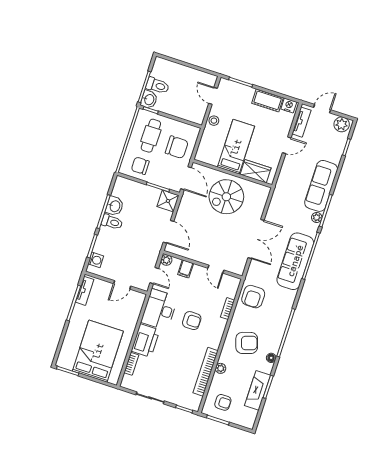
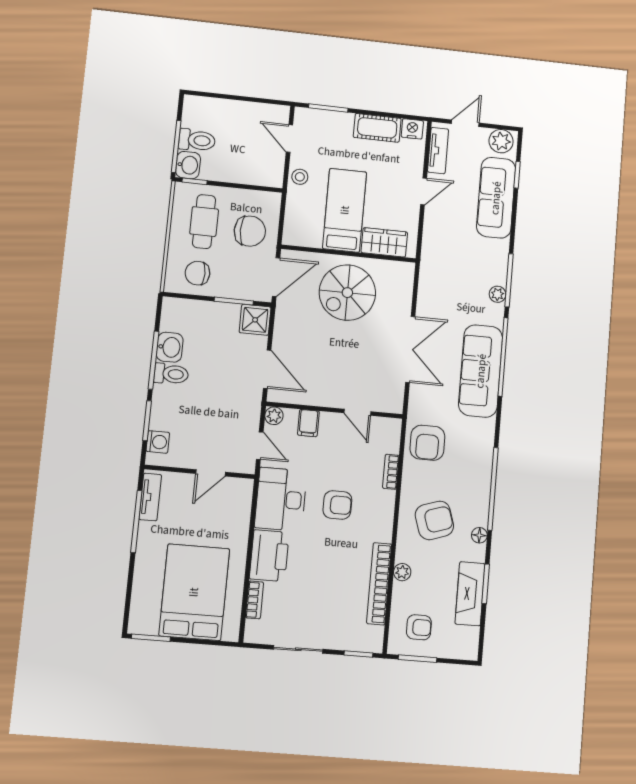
door: (186, 178) -> (276, 277), hinge flipped
sofa: (321, 186) -> (496, 198), moved

